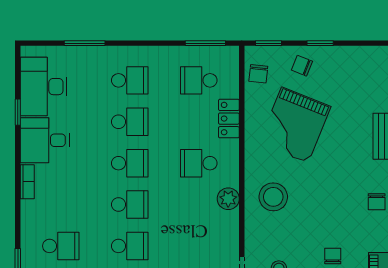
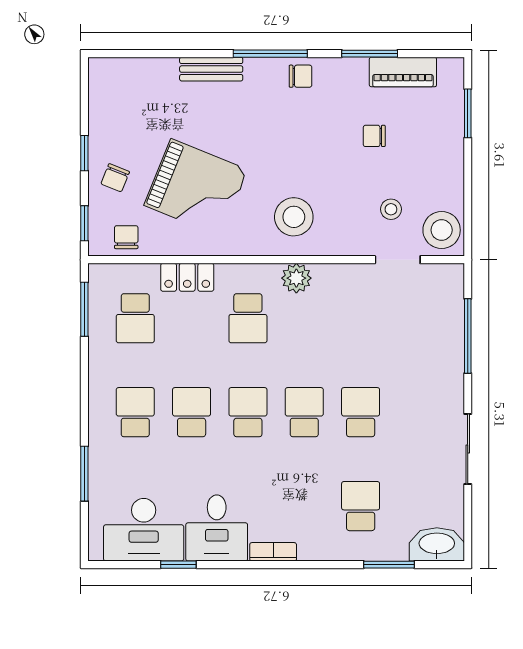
chair: (258, 74) -> (126, 237), turned -96

